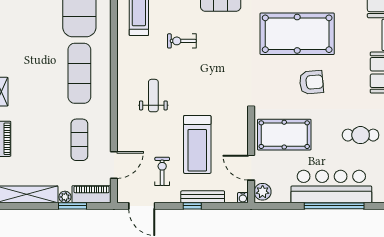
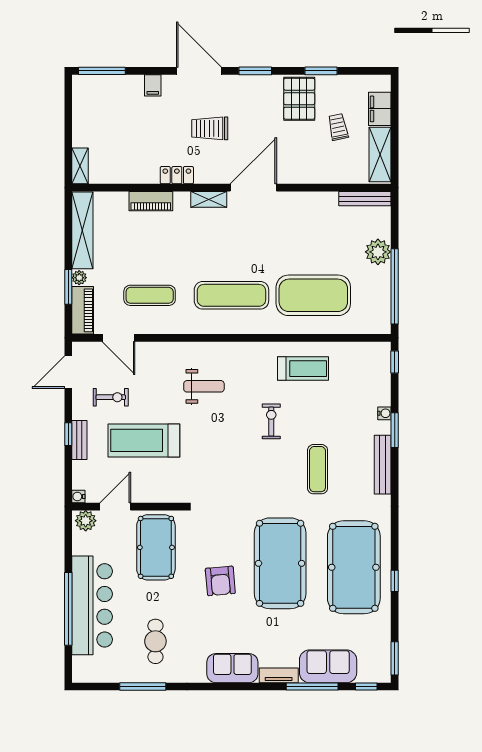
bench: (203, 197) -> (79, 440), width x0.73

